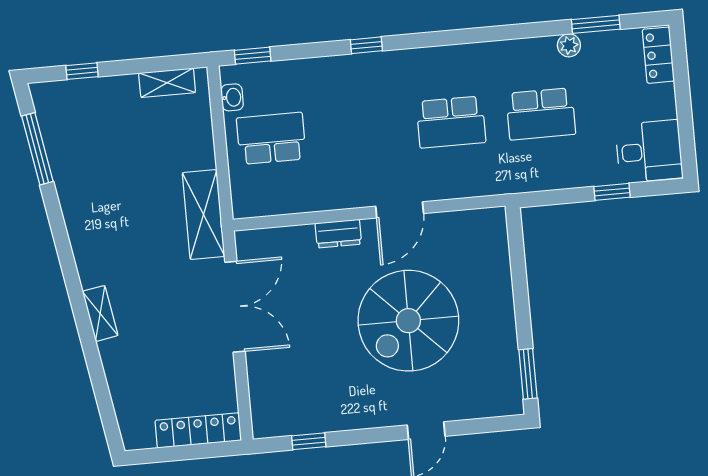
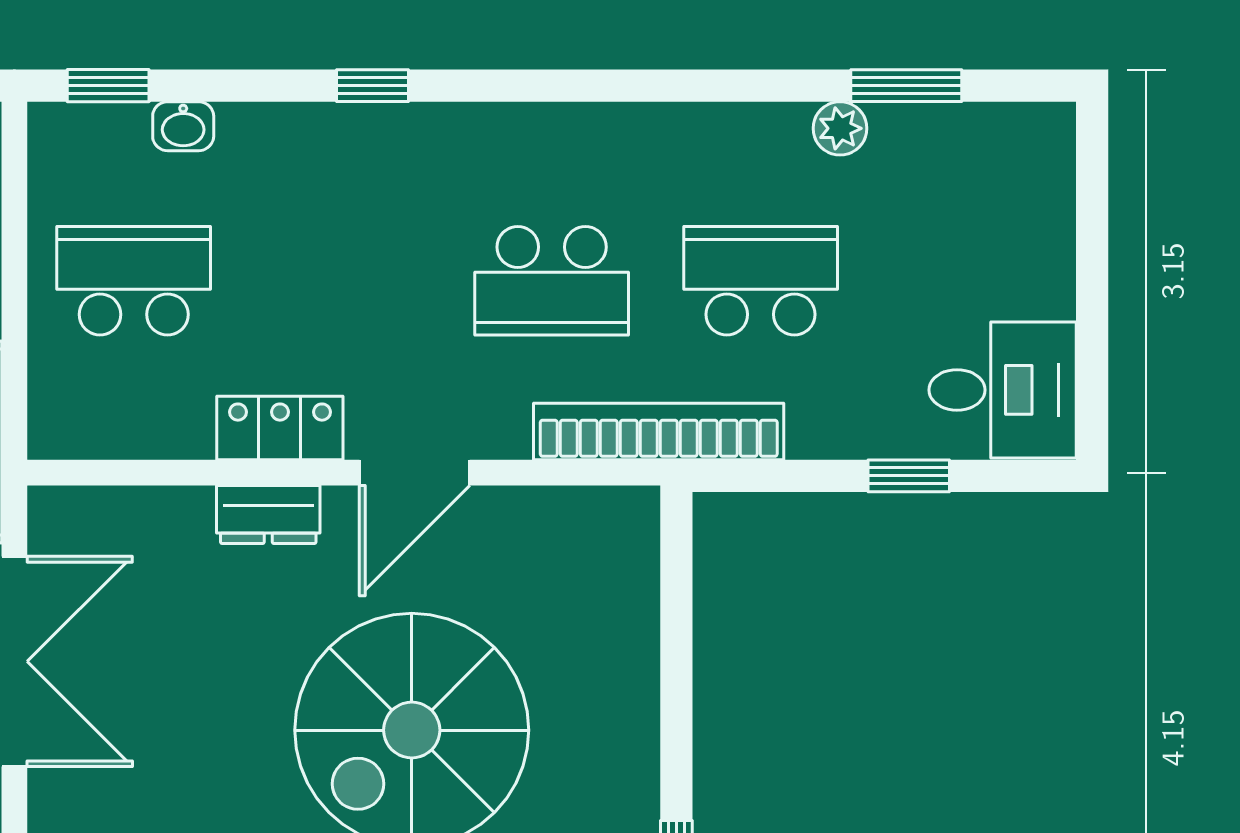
locker: (658, 55) -> (280, 428), moved, turned 90
washbasin: (232, 97) -> (183, 126), moved, turned 90
school desk: (541, 114) -> (761, 281), turned 180
bookcase: (503, 183) -> (659, 431), added

